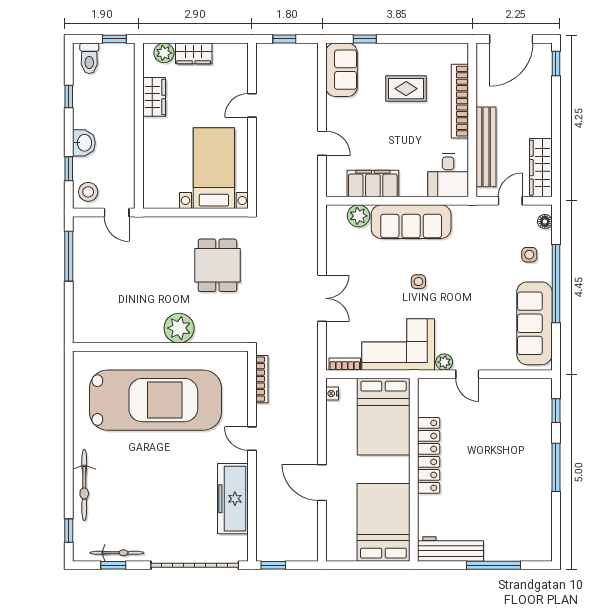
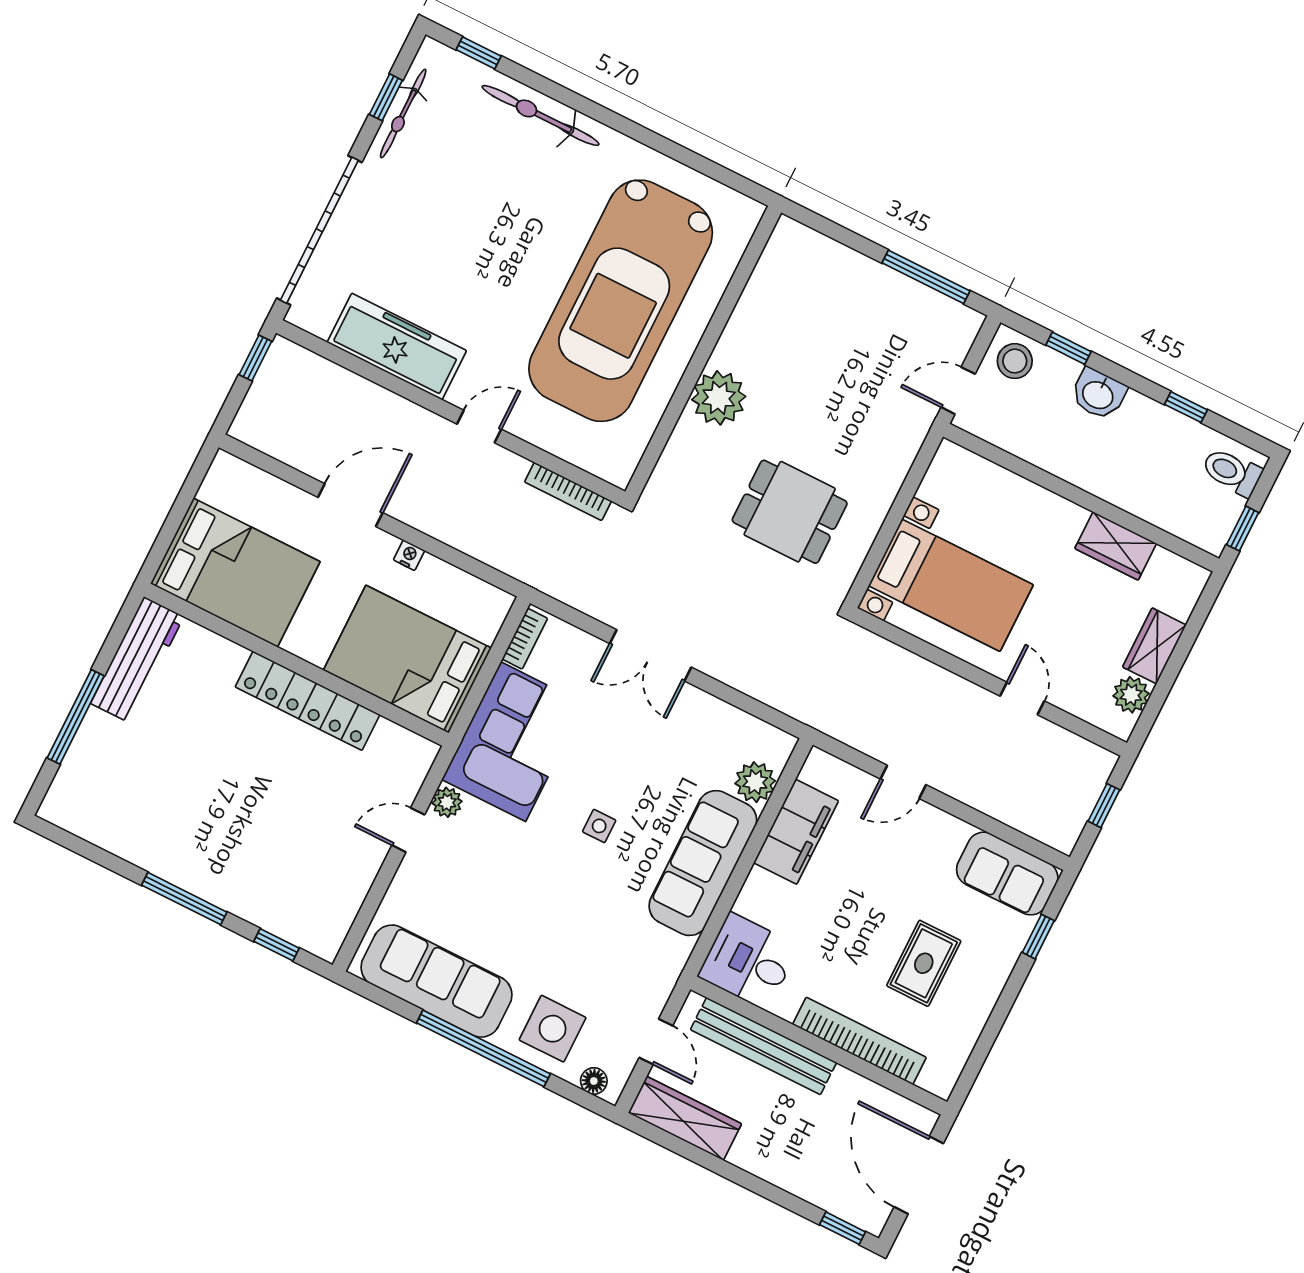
plant: (164, 53) -> (1131, 695), moved
side table: (529, 255) -> (553, 1029), width x1.87, depth x1.87
nightstand: (332, 394) -> (409, 555), moved

